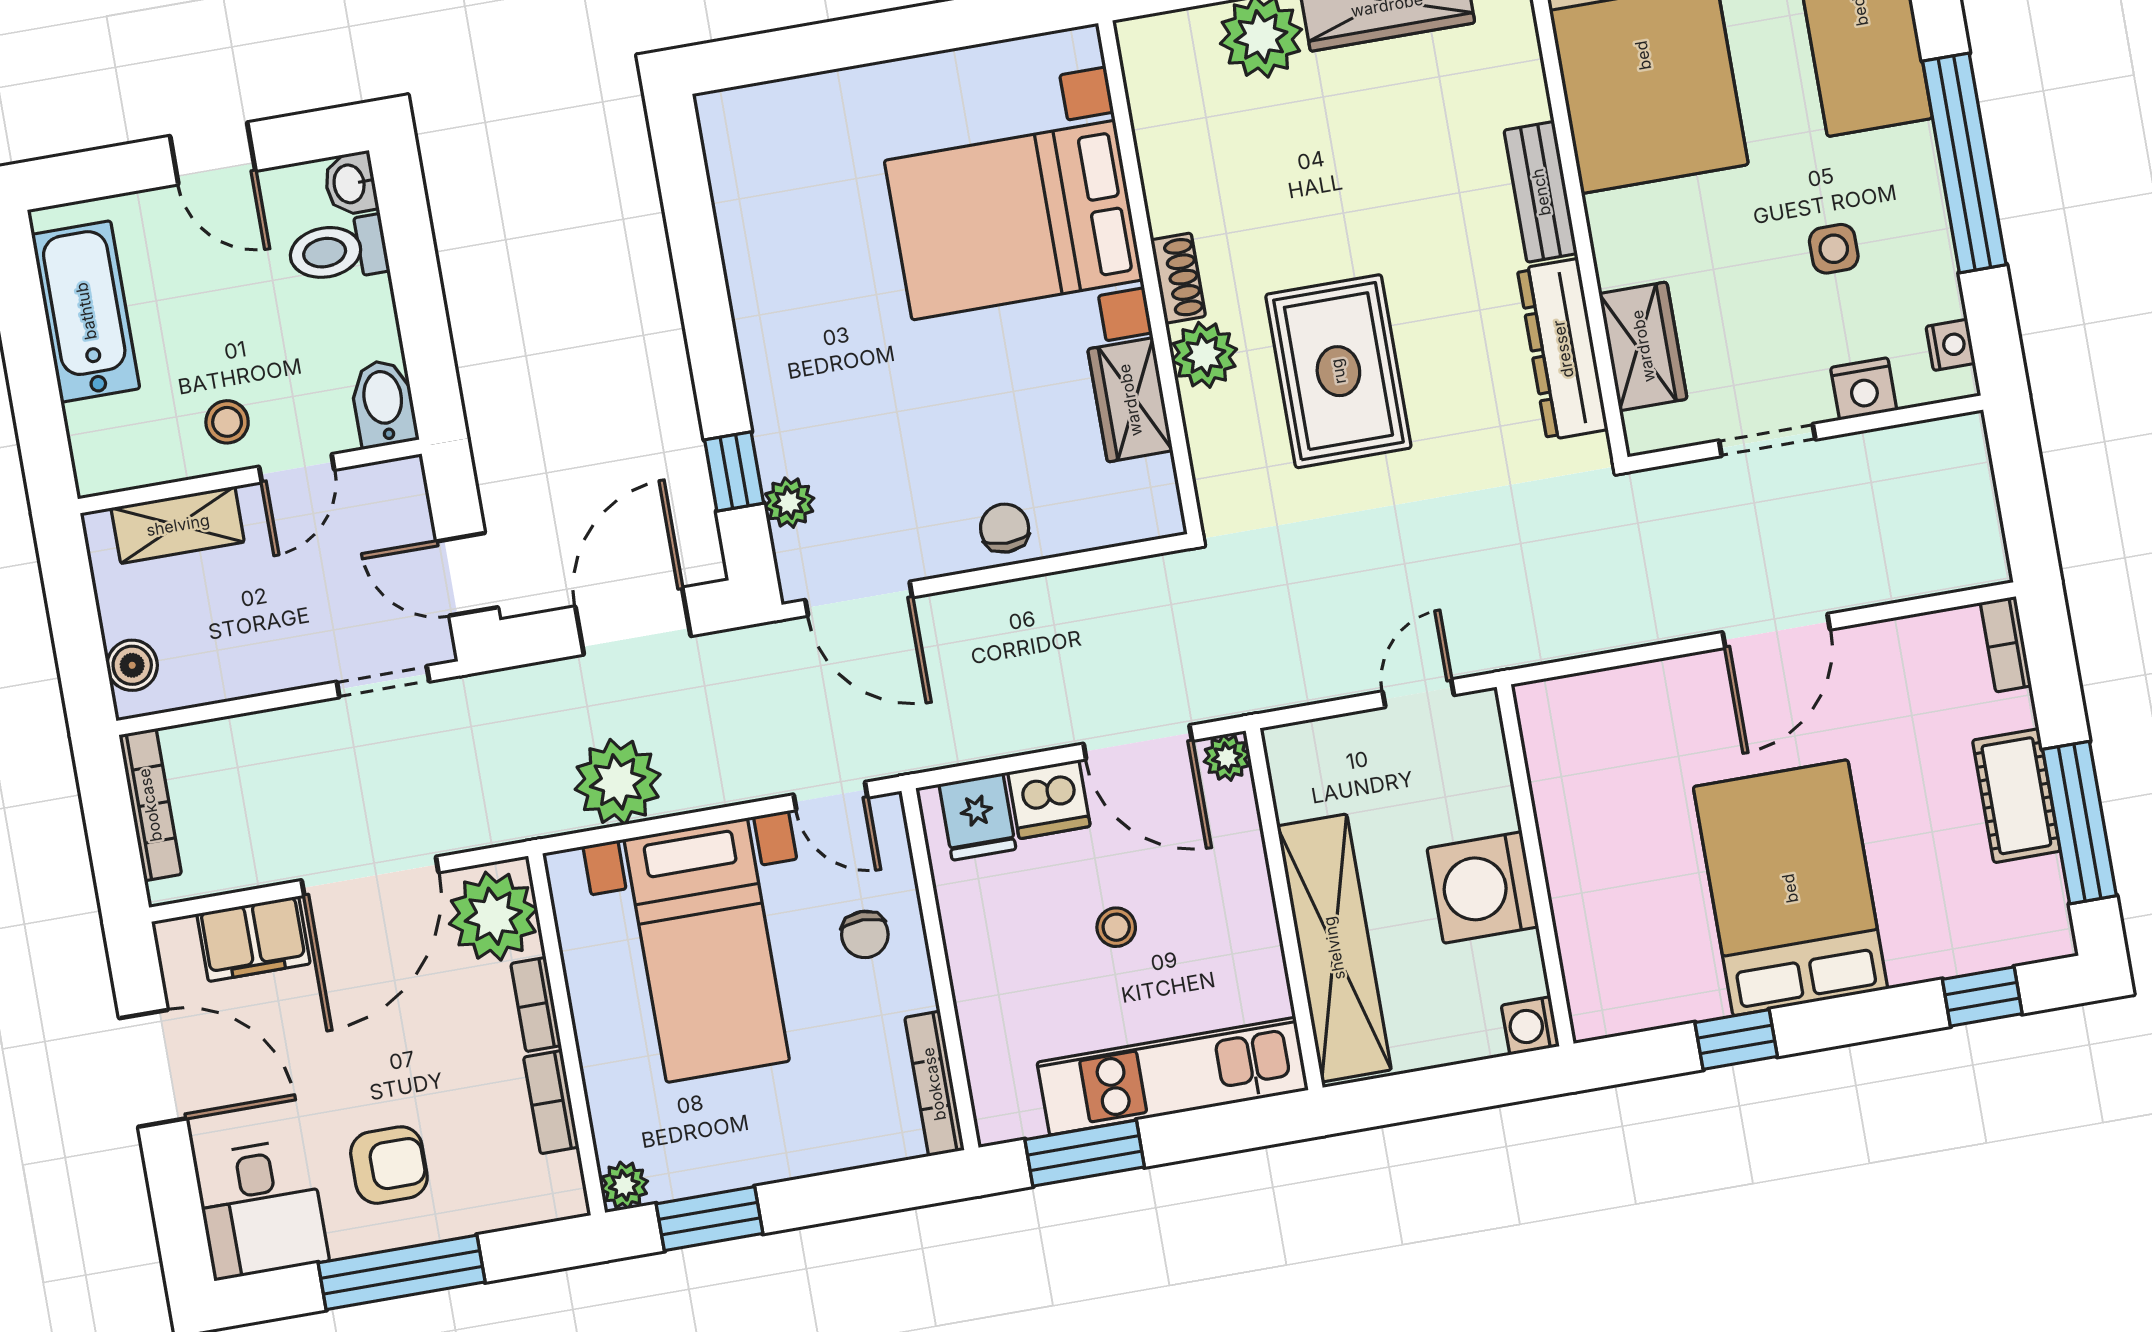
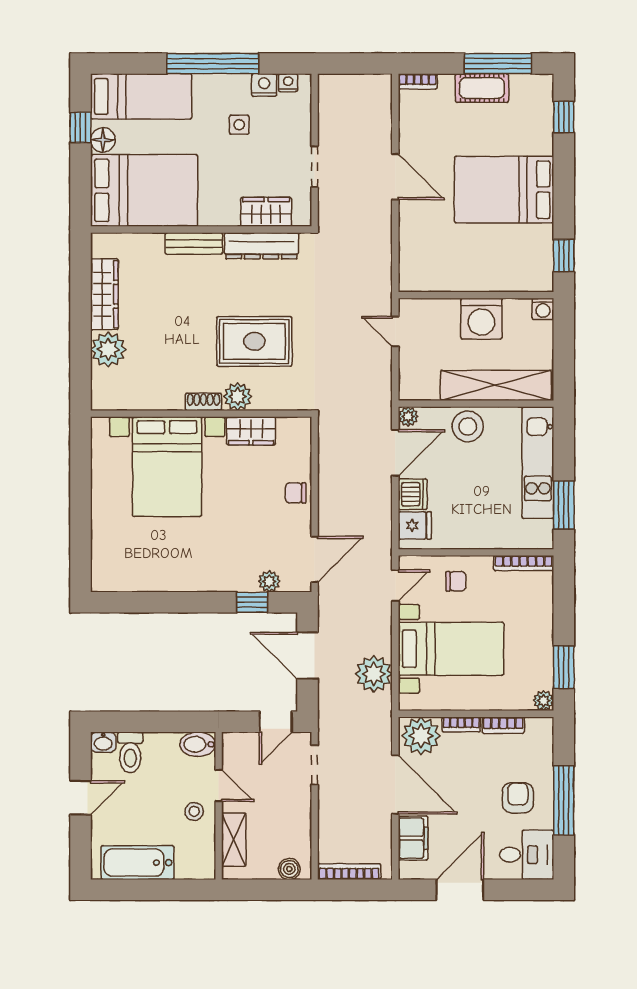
nightstand: (1864, 389) -> (264, 85), moved, turned -90
stool: (1116, 927) -> (468, 426), moved, width x1.89, depth x1.89
window: (1736, 1039) -> (564, 256), moved

